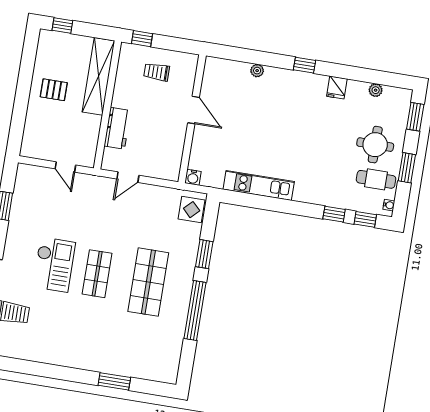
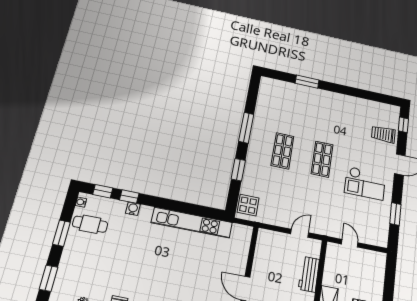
round table: (375, 145) -> (88, 254), removed
water cooler: (193, 177) -> (133, 209), moved
kitchen unit: (259, 185) -> (192, 223), width x1.36
checkout: (54, 265) -> (365, 183), moved, turned -90
shop shelf: (148, 282) -> (282, 151), width x0.70, depth x0.74
window: (195, 311) -> (246, 128), width x0.68

